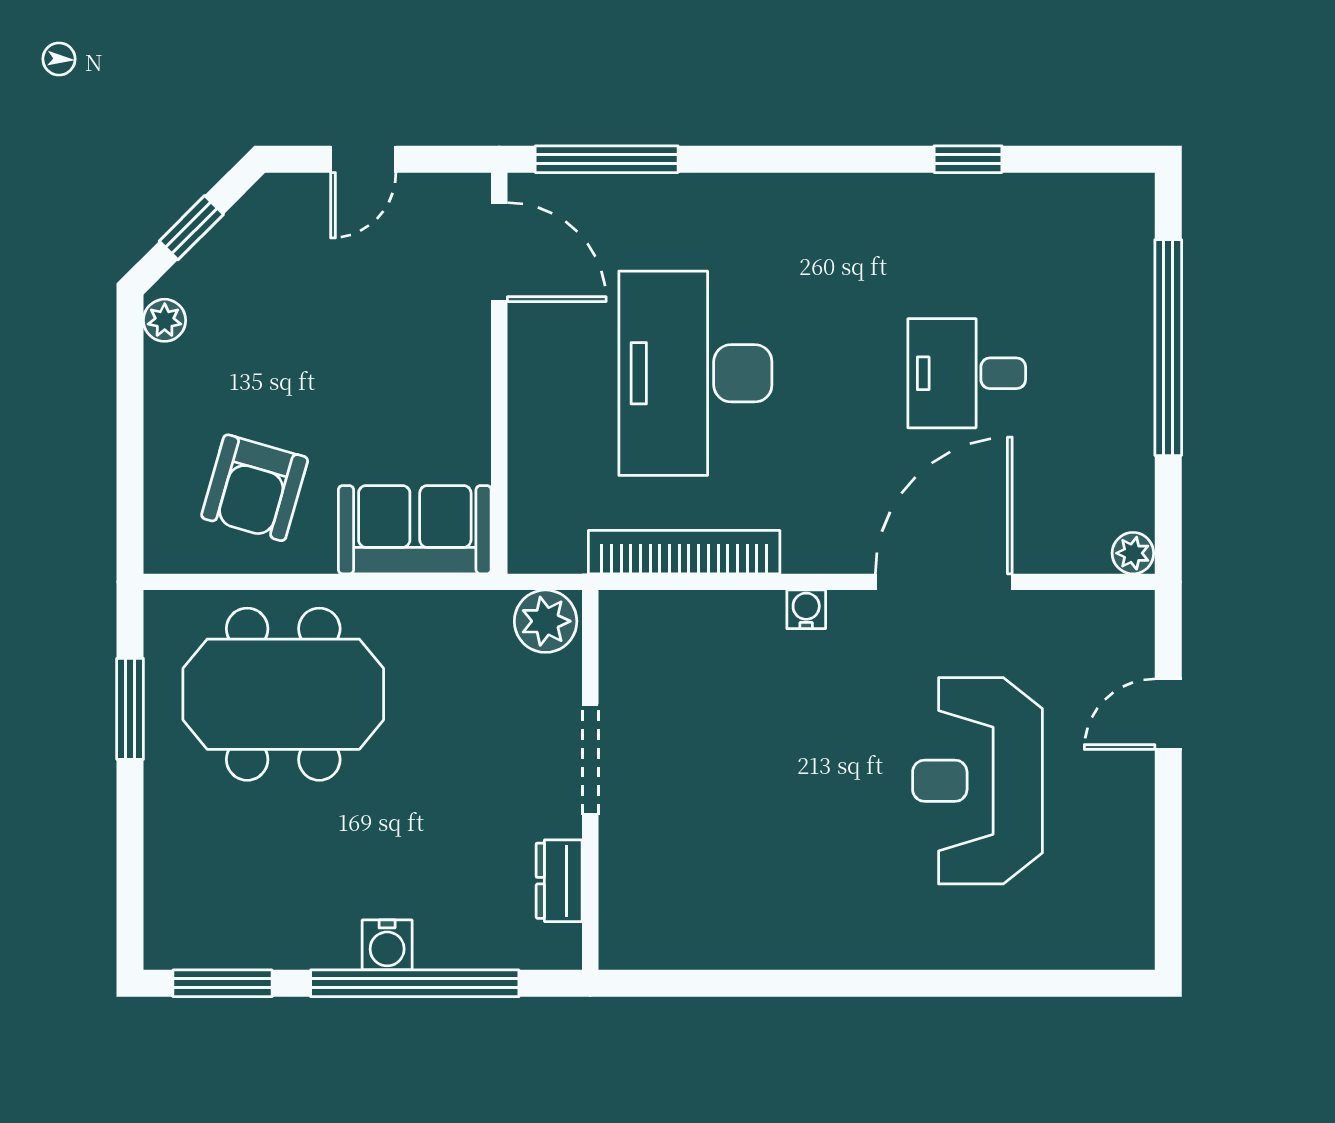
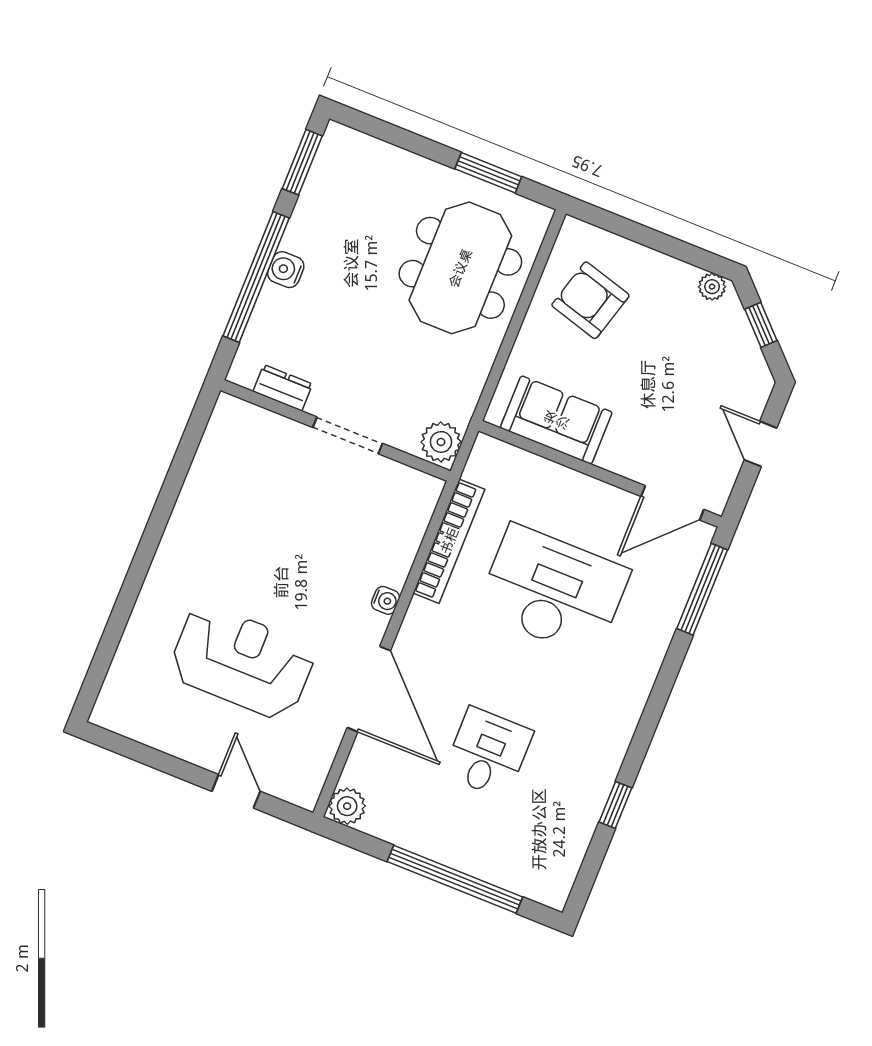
sofa: (415, 530) -> (556, 420), moved, turned -90
plant: (1133, 553) -> (347, 806), width x1.38, depth x1.38

